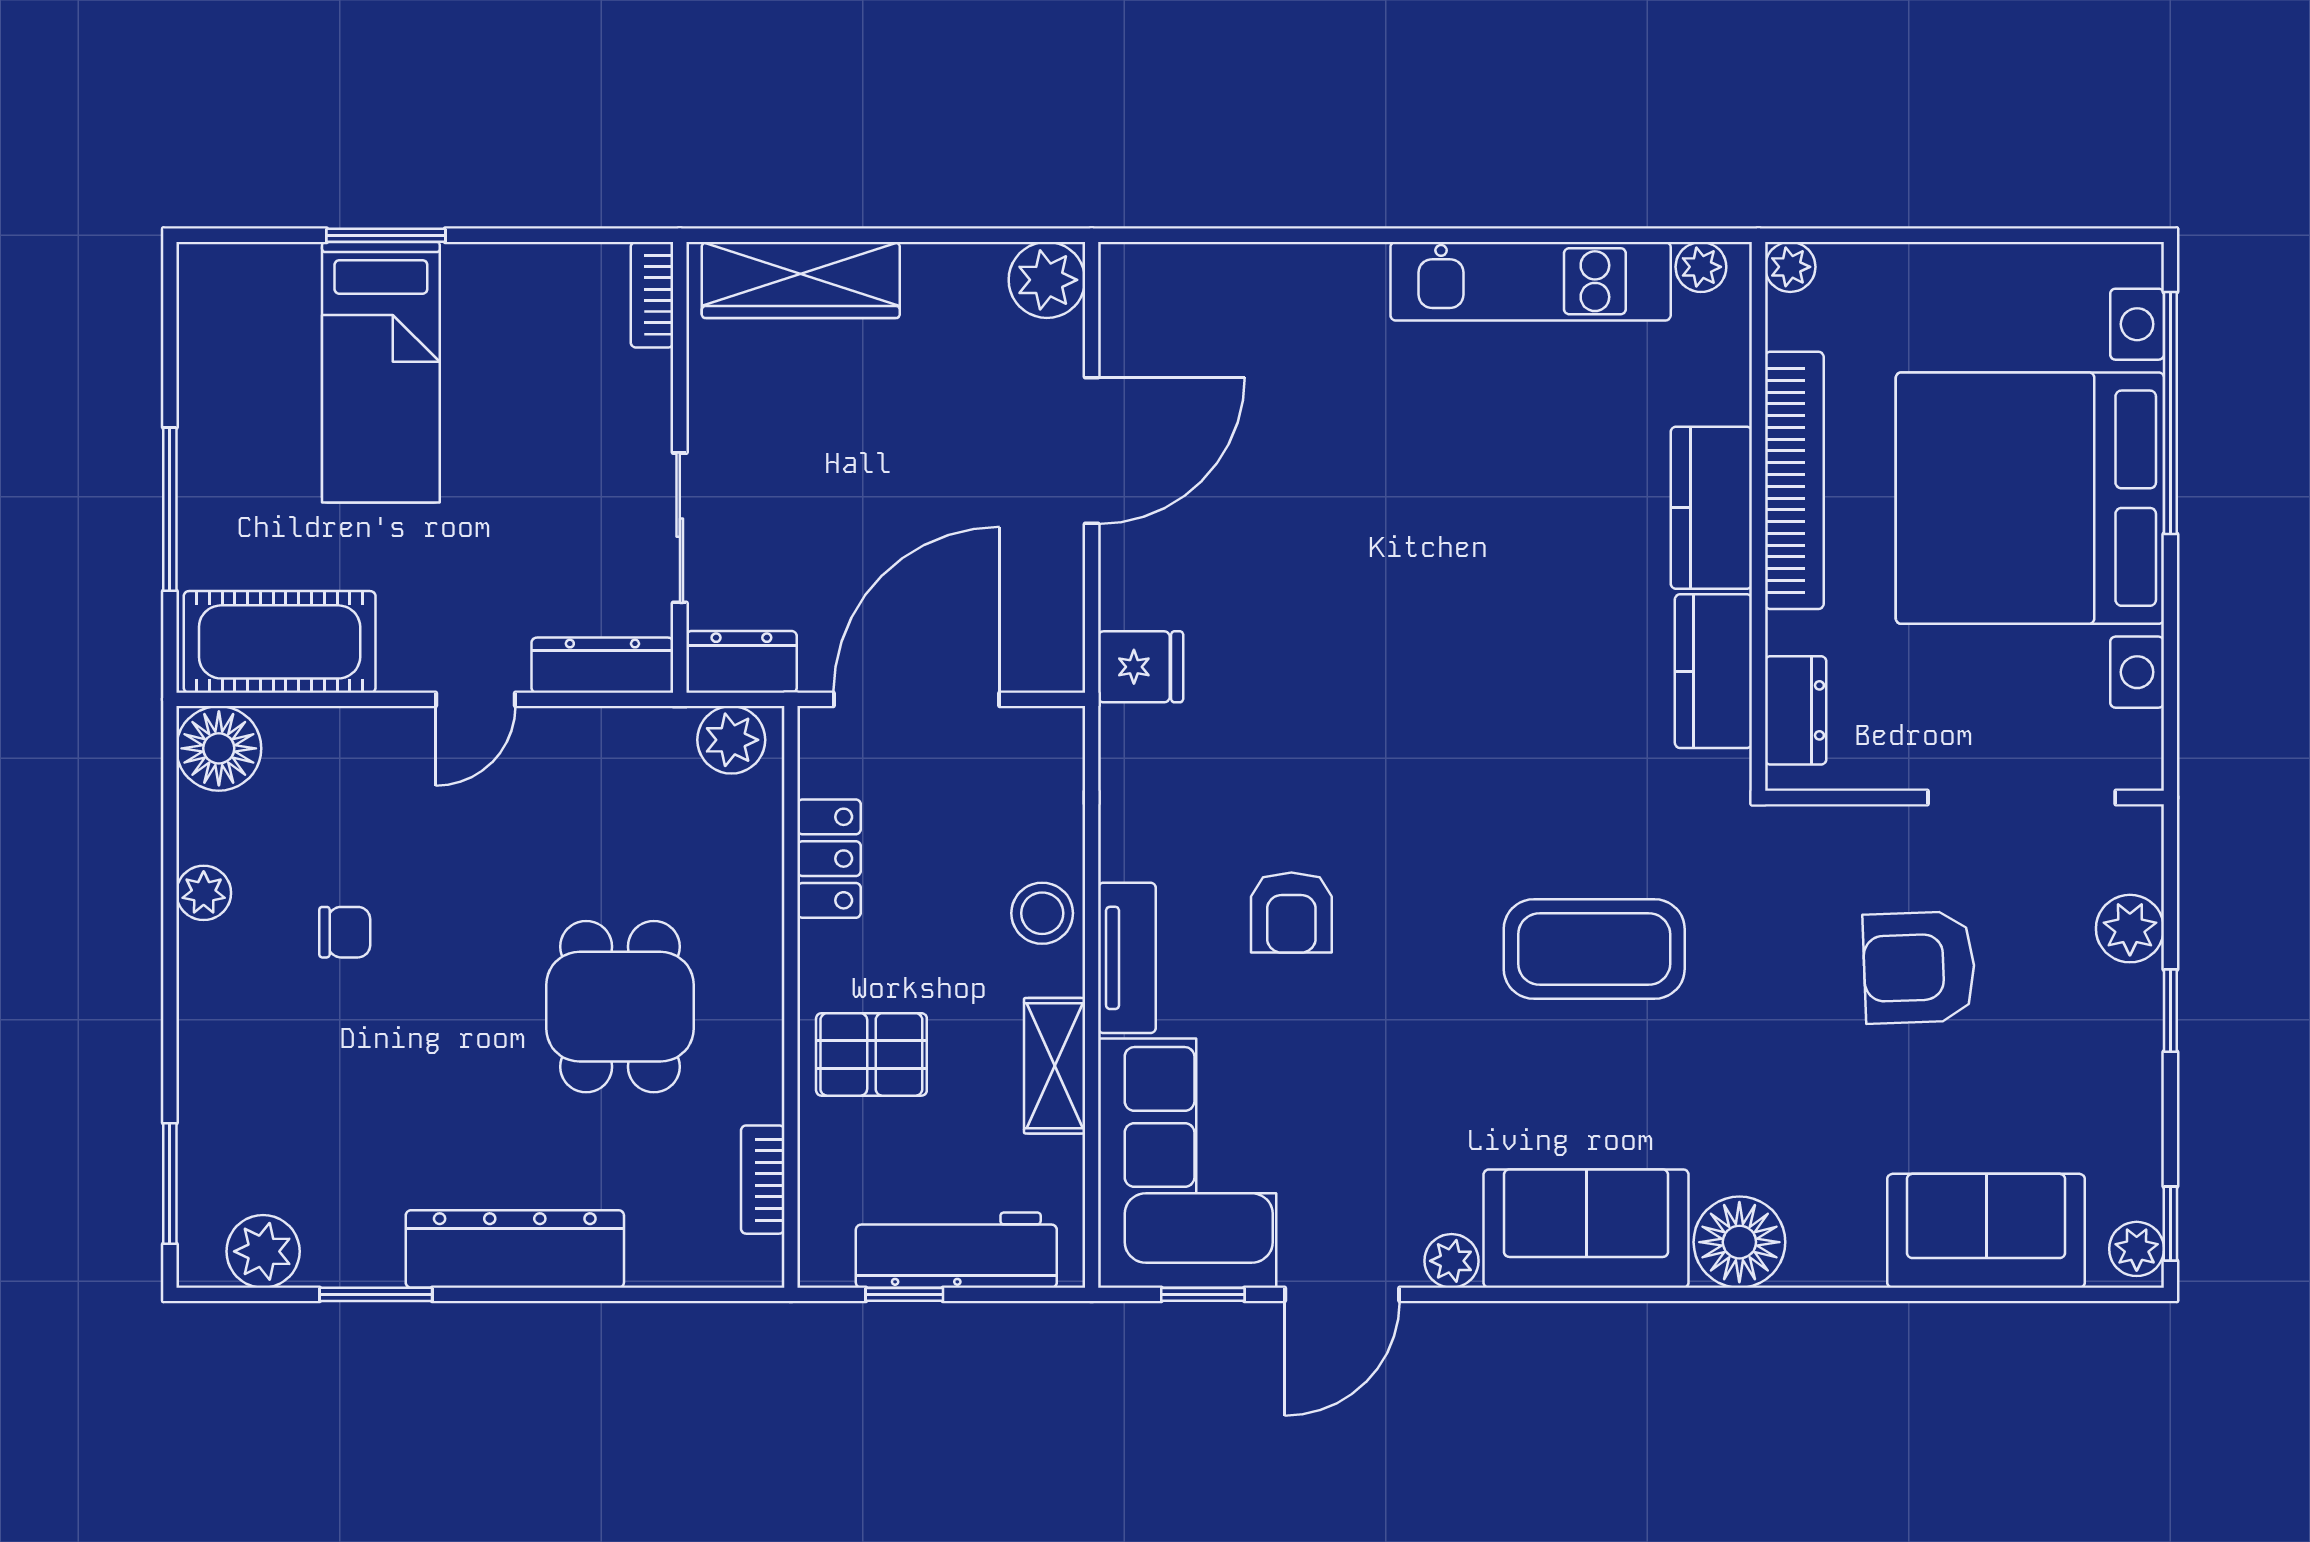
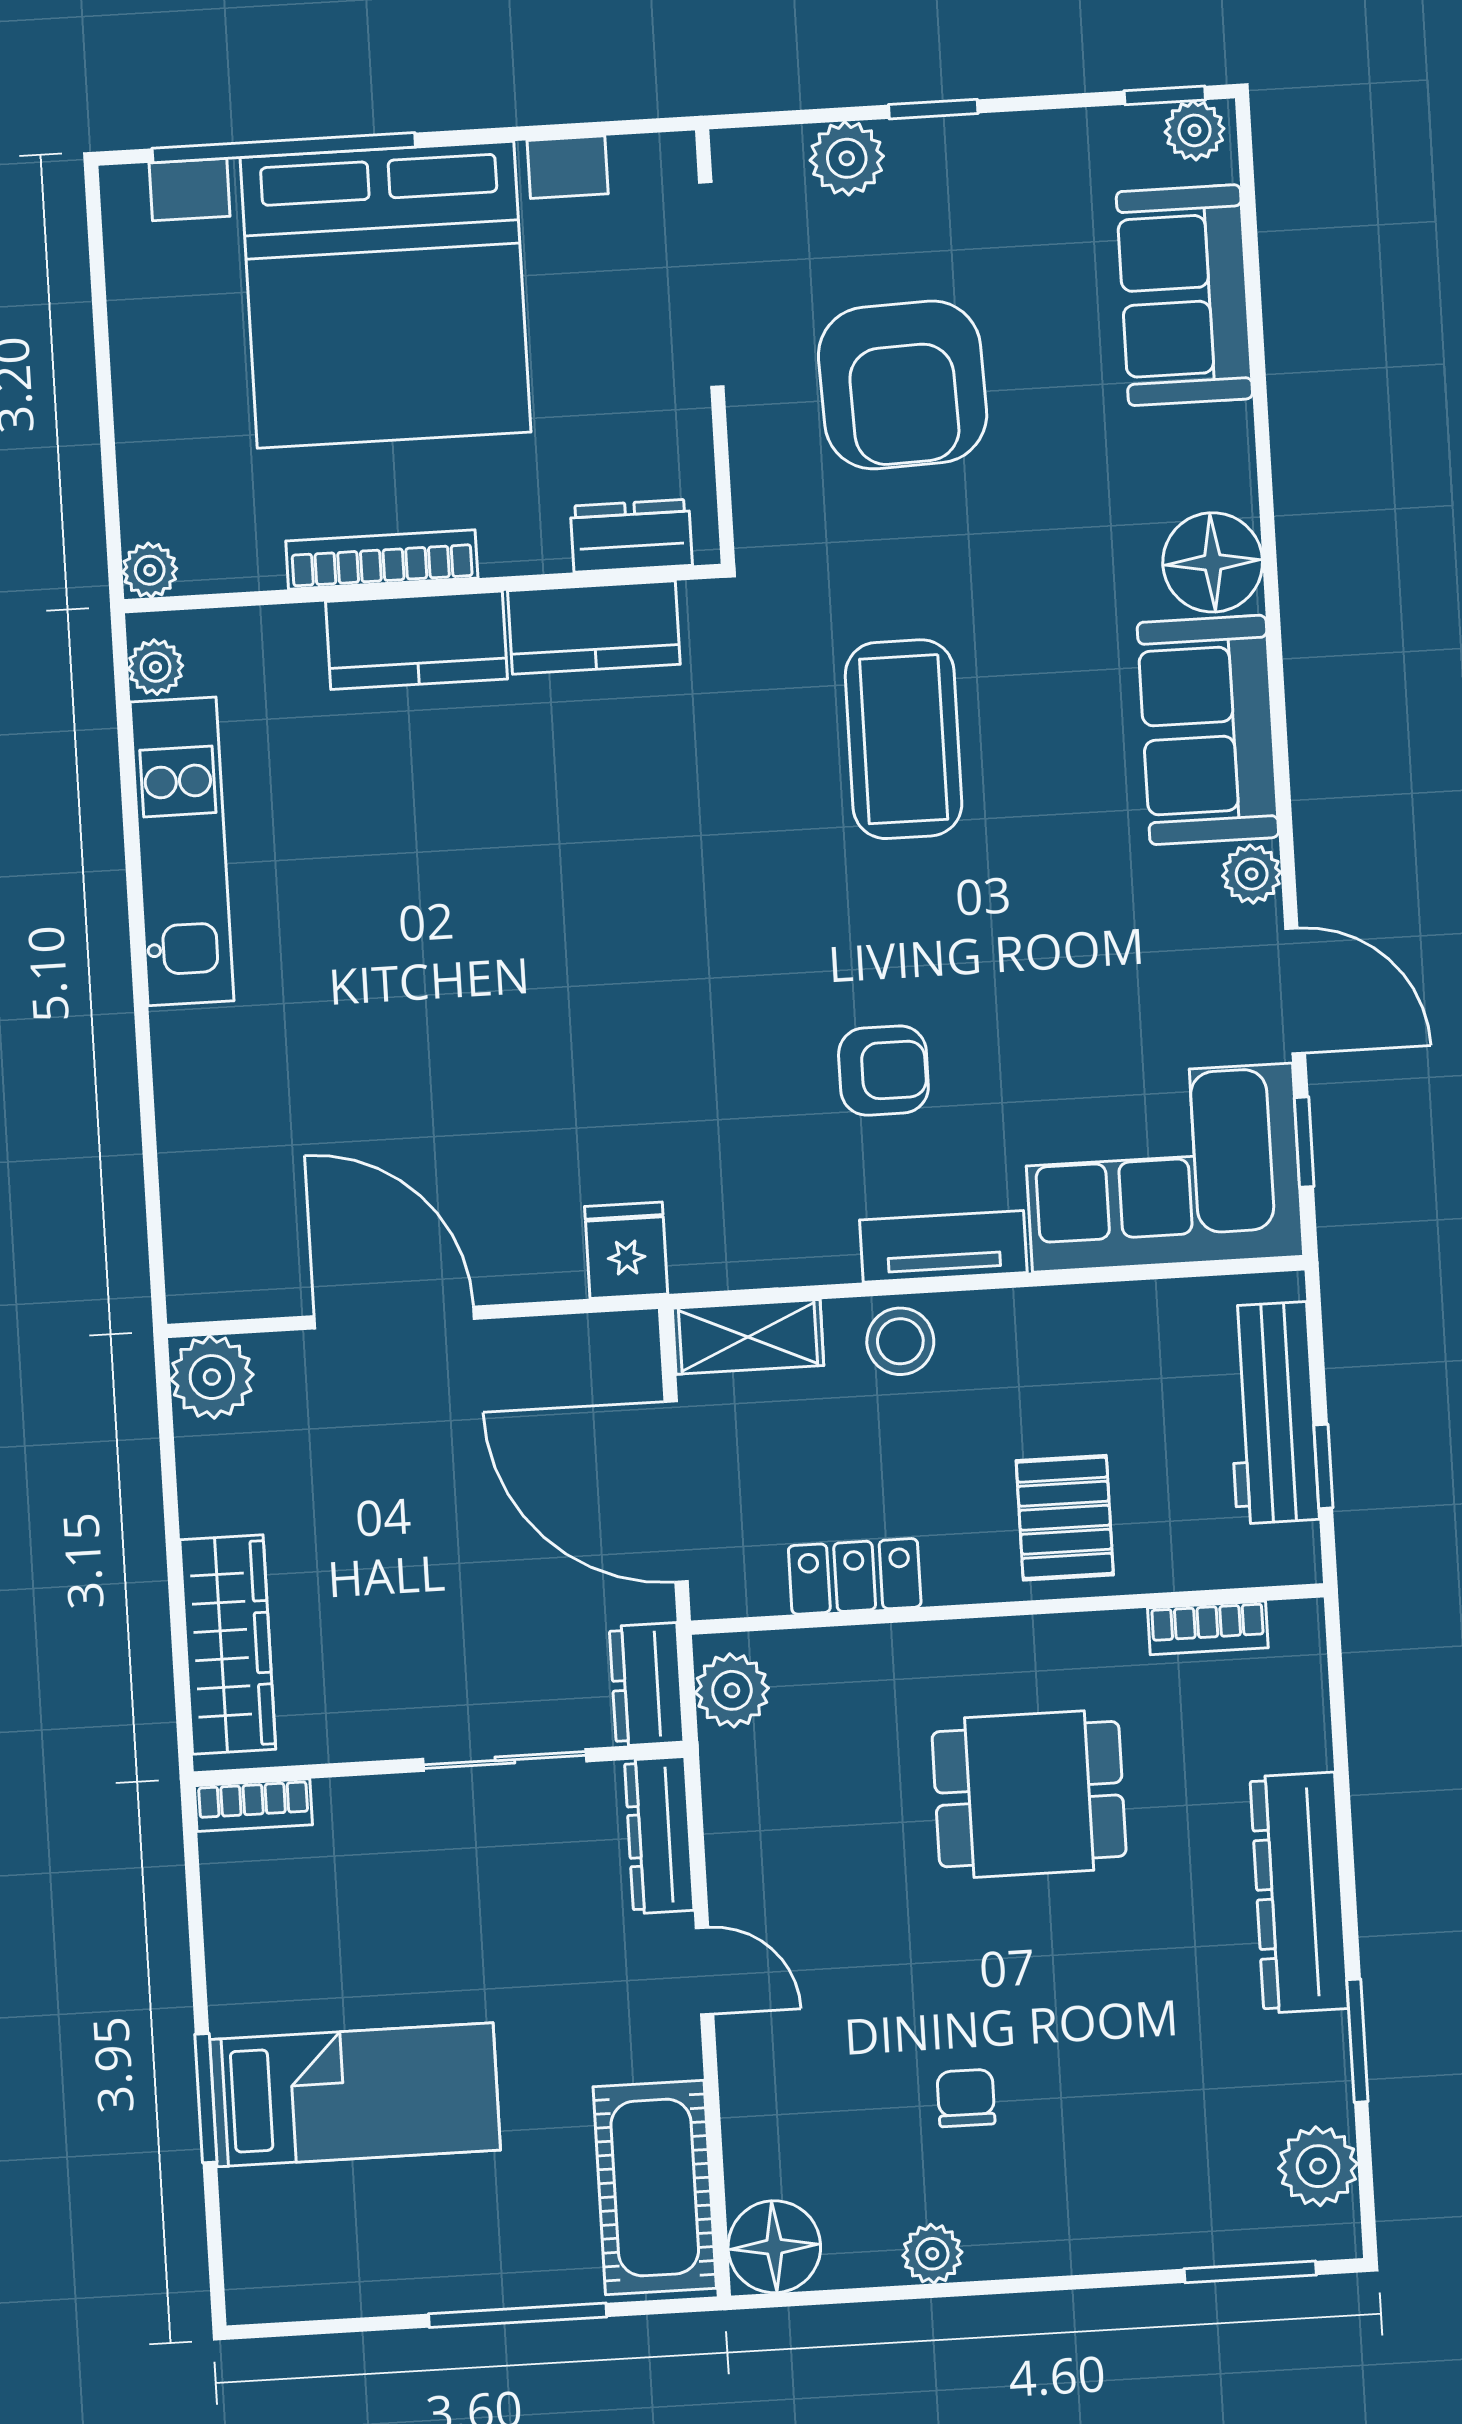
bookcase: (1794, 480) -> (382, 560), width x0.68, depth x0.76
armchair: (1919, 967) -> (903, 385), width x1.36, depth x1.36
shelving: (1055, 1066) -> (748, 1337), moved

